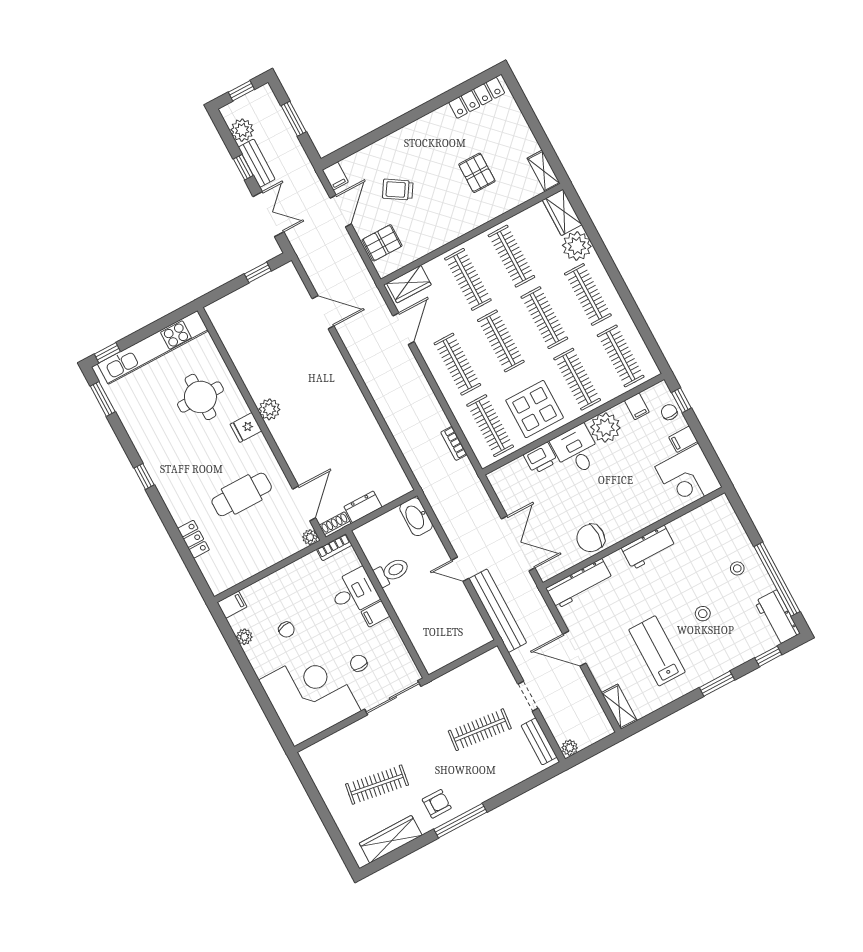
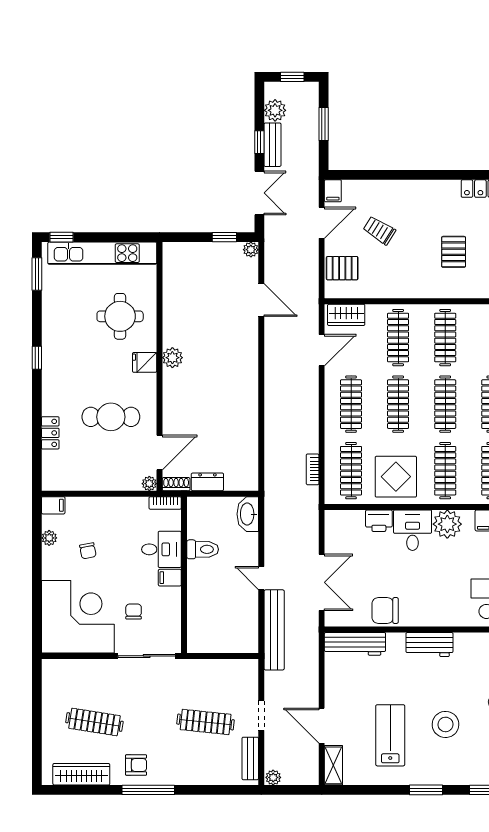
plant: (288, 271) -> (251, 250), added
stool: (703, 614) -> (446, 724), width x1.89, depth x1.89
door: (574, 649) -> (322, 726), moved

